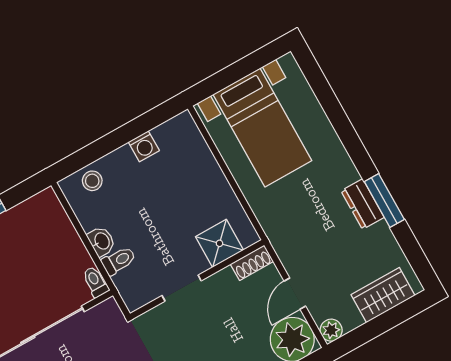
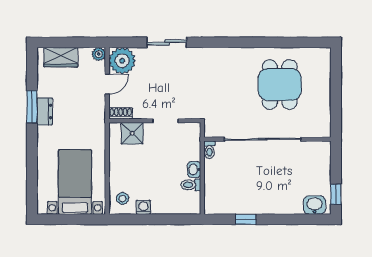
stool: (92, 181) -> (123, 198), moved
toilet: (119, 261) -> (191, 185), moved

